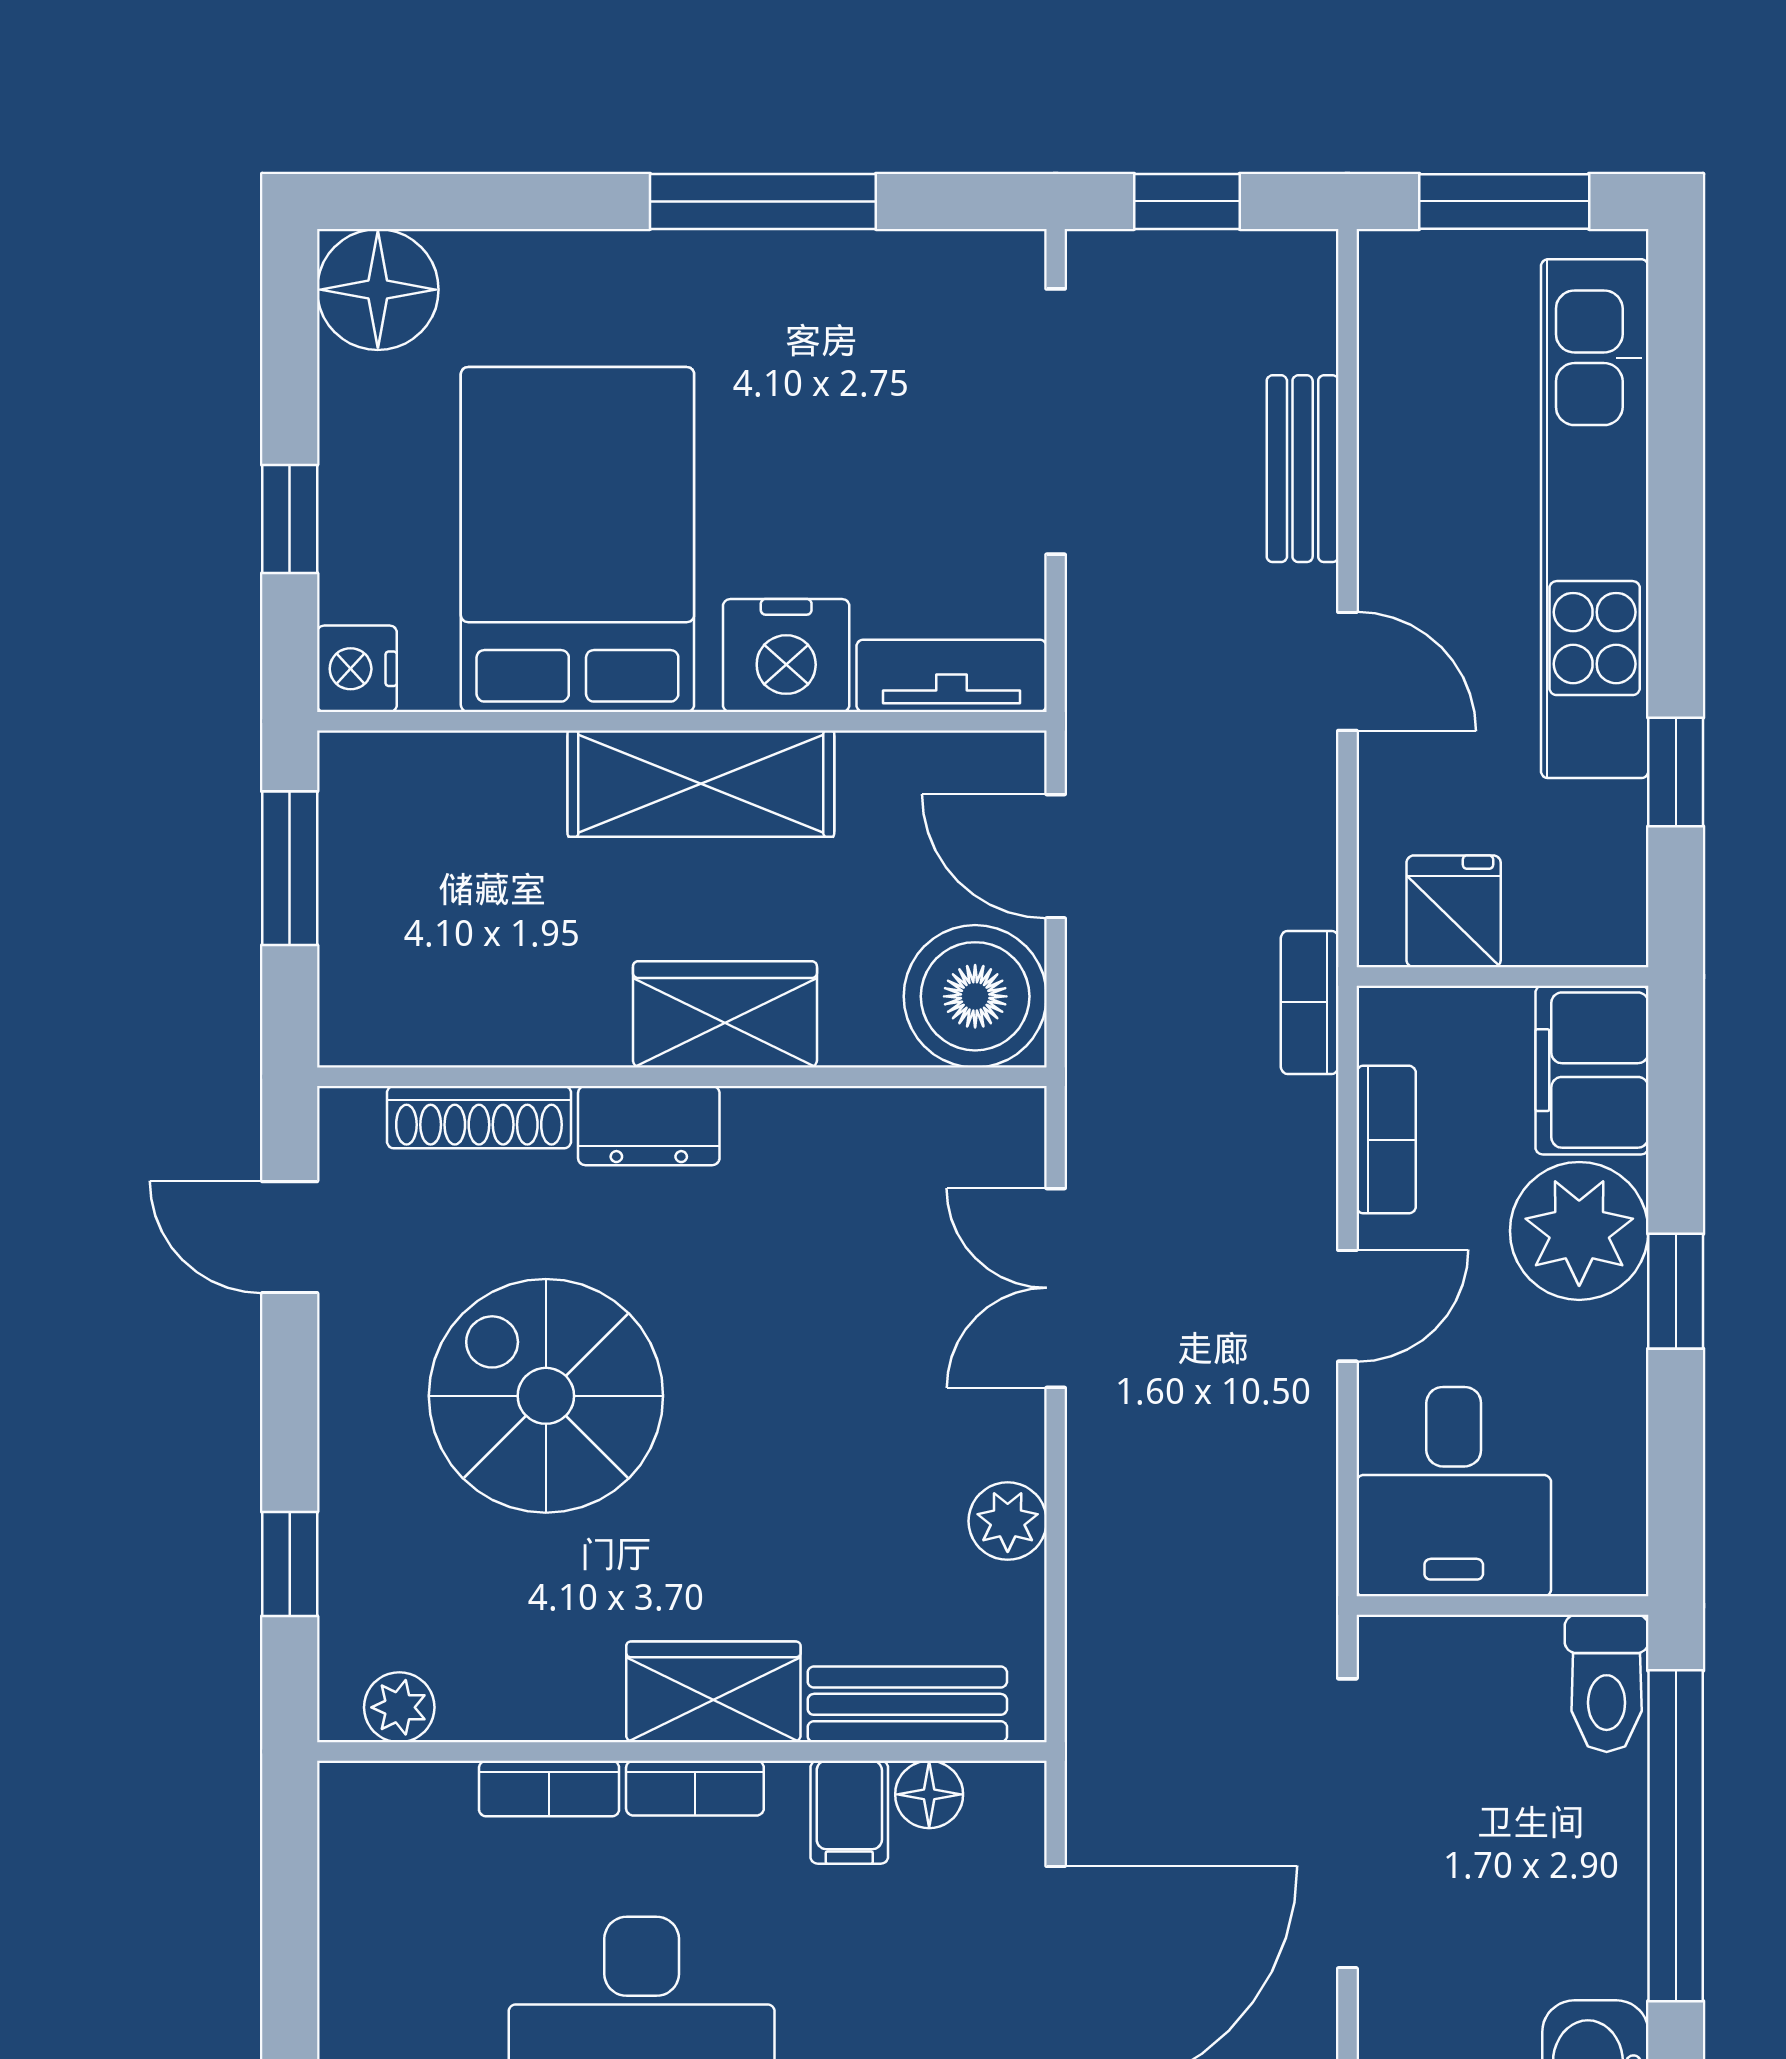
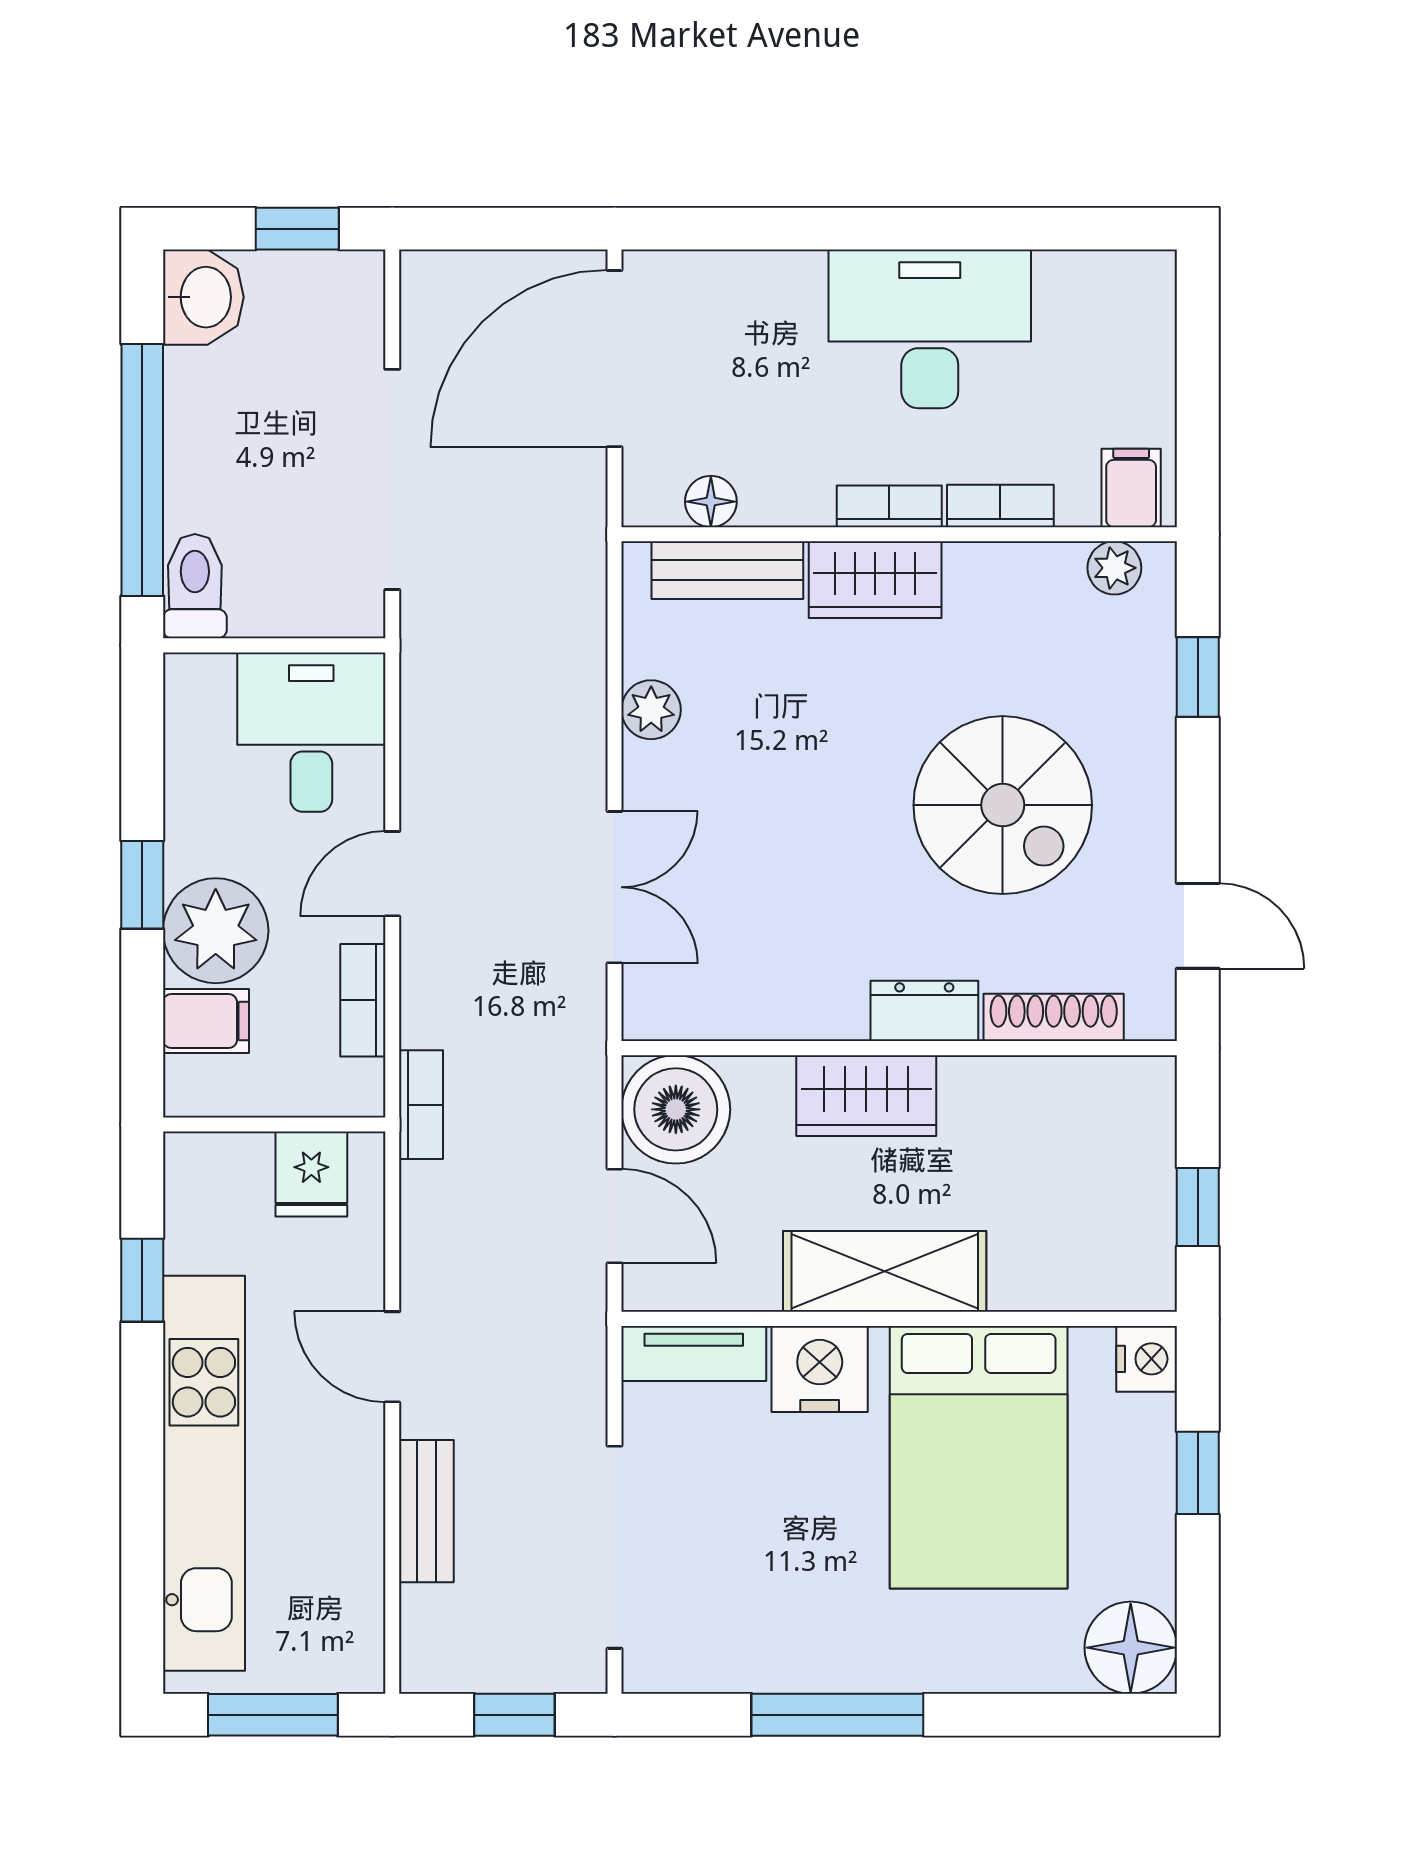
window: (290, 868) -> (1198, 1207), width x0.67
filing cabinet: (1592, 1070) -> (206, 1021), width x0.50
filing cabinet: (849, 1812) -> (1131, 488), moved

